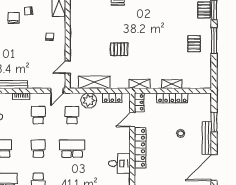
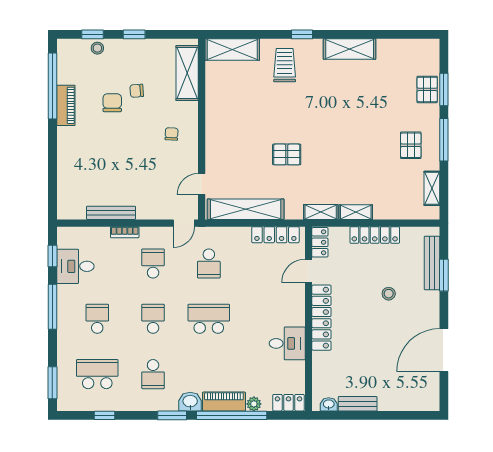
shelving: (207, 70) -> (432, 188), added
shelving: (94, 82) -> (246, 209), width x1.47
shelving: (172, 84) -> (356, 212), moved
locker: (112, 98) -> (275, 235), width x1.53
plant: (89, 101) -> (237, 239), removed
school desk: (72, 115) -> (209, 263), turned 180
bench: (207, 138) -> (432, 263), moved

